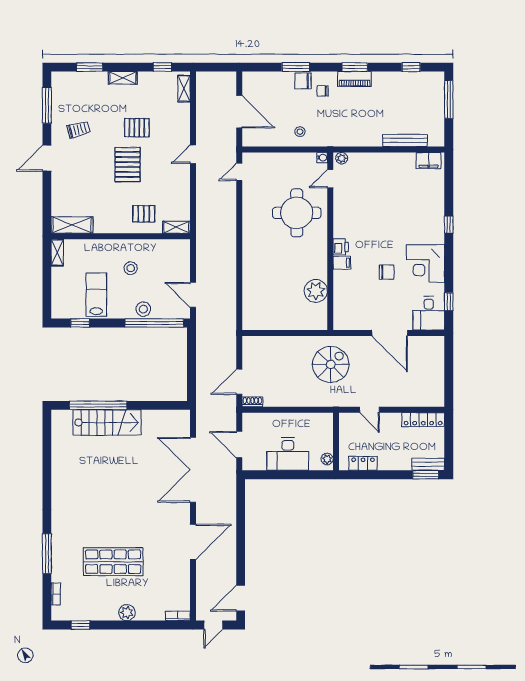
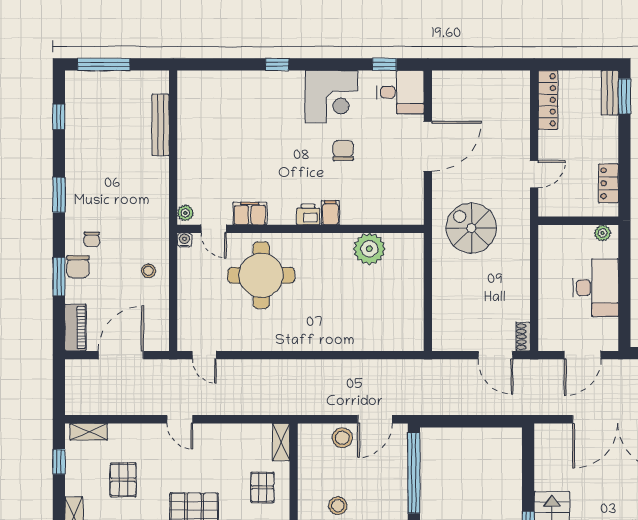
piano: (355, 79) -> (75, 328), moved
pallet: (137, 128) -> (123, 480), moved
filing cabinet: (429, 161) -> (250, 213), moved, turned -90
stool: (143, 309) -> (342, 438), moved

